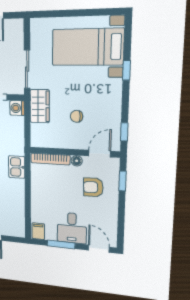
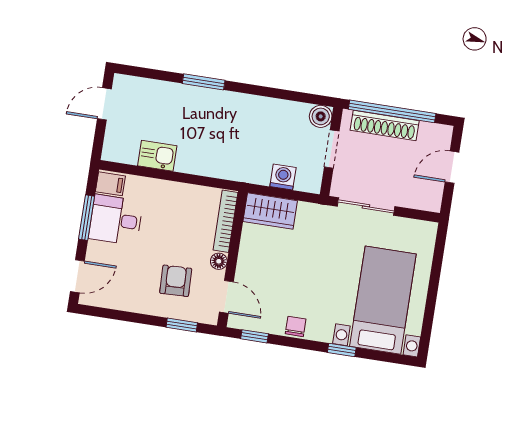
wardrobe: (40, 106) -> (270, 211), moved
washing machine: (17, 108) -> (283, 177), moved
chair: (77, 116) -> (296, 326), moved
kitchen sink: (17, 167) -> (157, 156), moved
desk: (72, 228) -> (116, 220), moved

